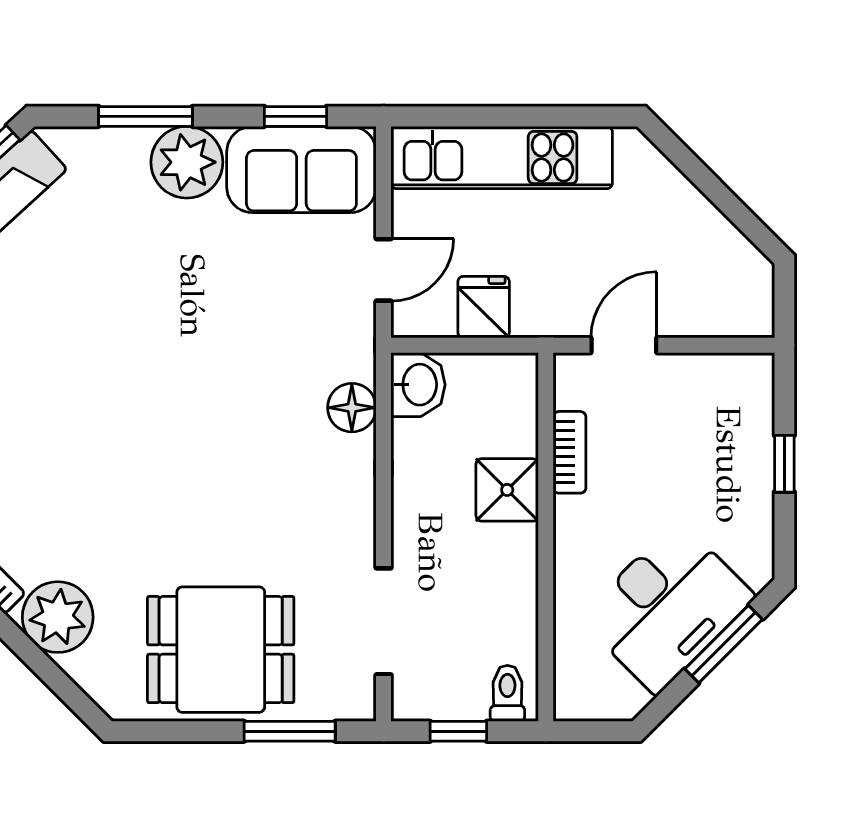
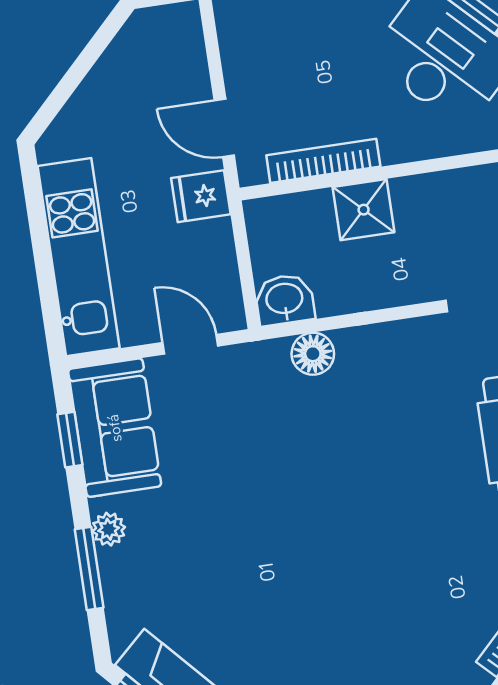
plant: (187, 162) -> (109, 529), width x0.53, depth x0.53
fridge: (484, 307) -> (201, 196), moved
bookcase: (570, 452) -> (323, 161), width x1.56

